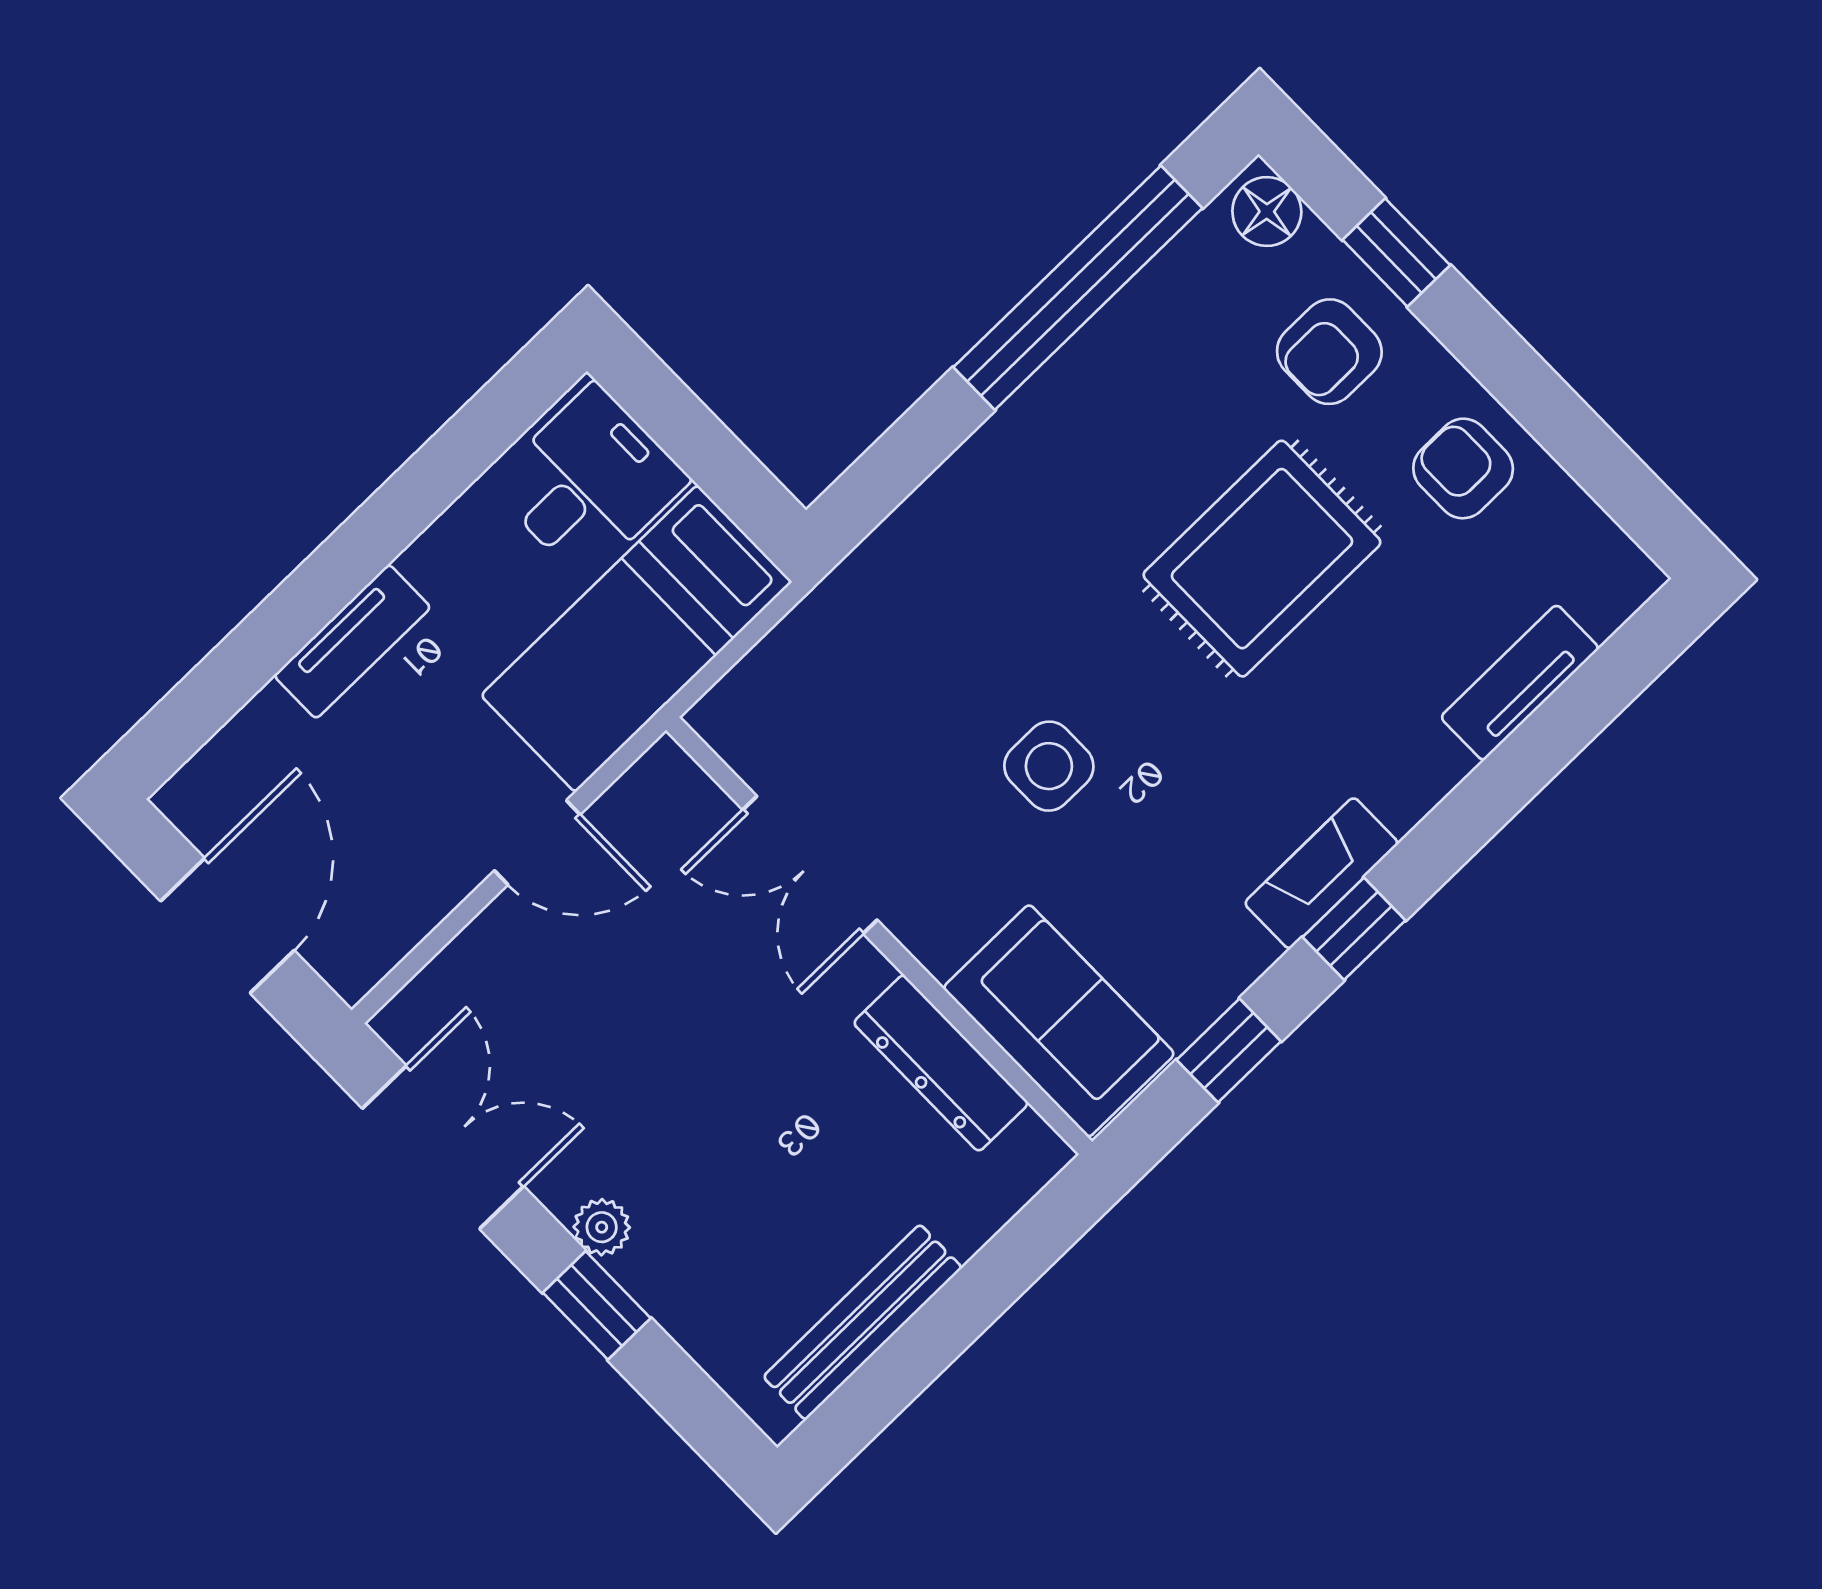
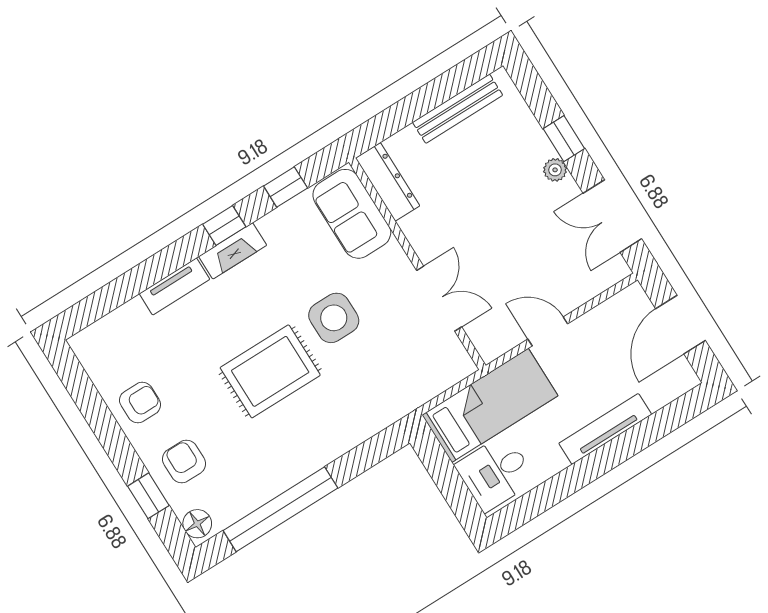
armchair: (1329, 352) -> (184, 461), turned -90
armchair: (1463, 468) -> (140, 403), turned -90
rug: (1262, 559) -> (270, 371), moved
tv unit: (352, 641) -> (605, 429), width x1.41
tv unit: (1520, 683) -> (175, 286), moved
side table: (1049, 766) -> (334, 318), width x1.37, depth x1.37
dresser: (941, 1063) -> (388, 182), moved

